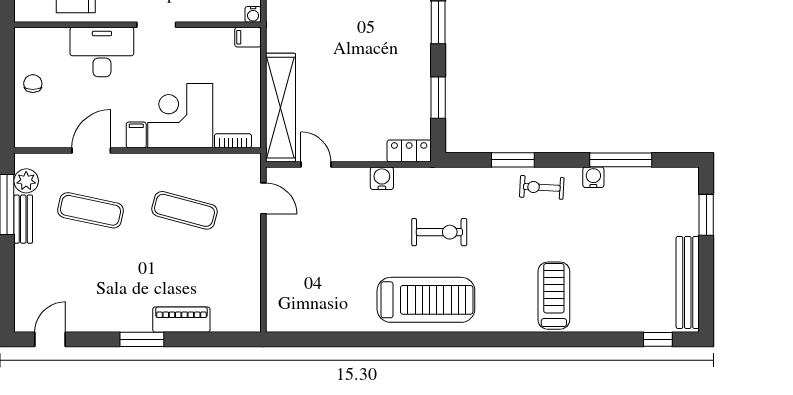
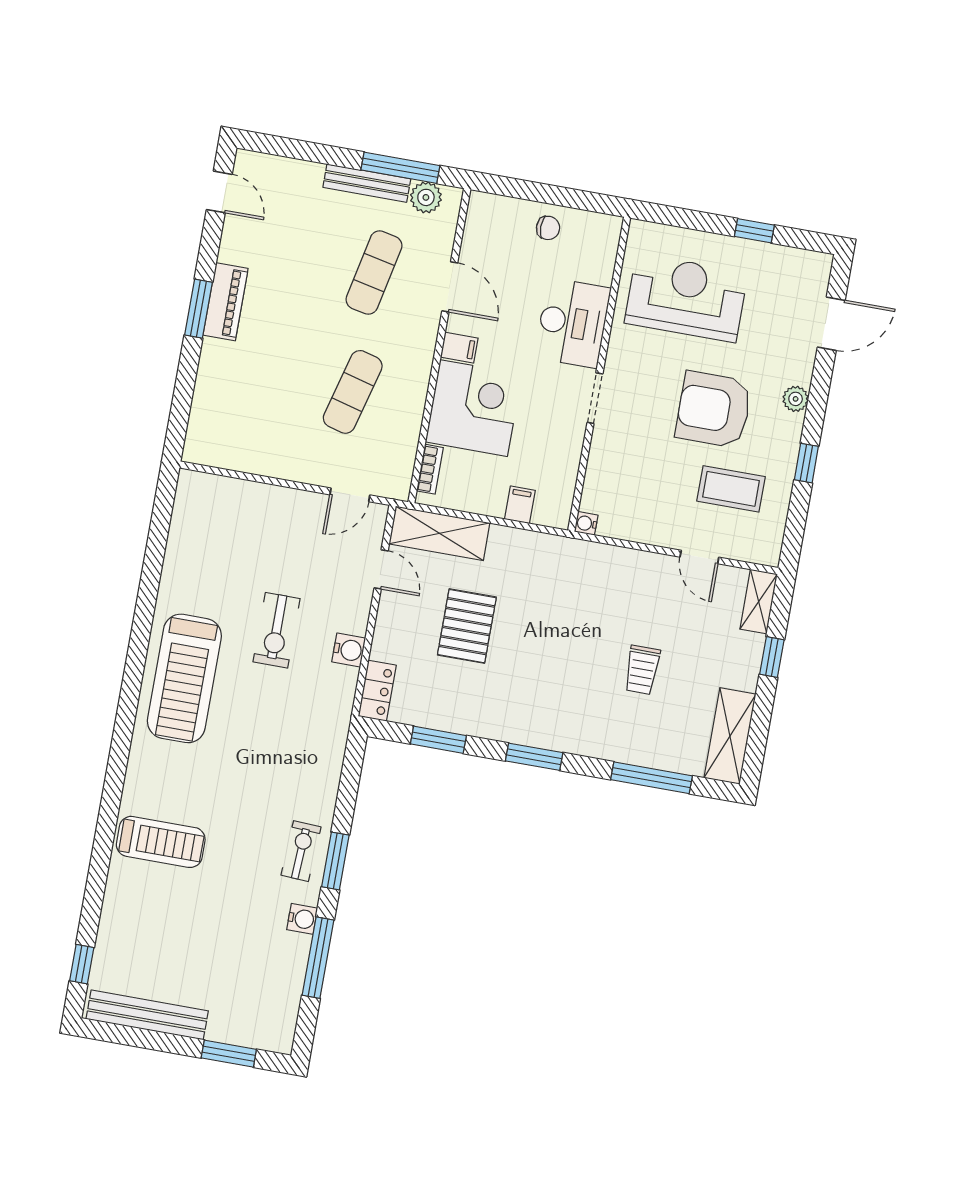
filing cabinet: (248, 37) -> (520, 505), moved
pallet: (348, 91) -> (467, 626), added
shelving: (281, 108) -> (439, 533), width x0.68
window: (513, 160) -> (335, 861), moved
door: (316, 165) -> (381, 569), hinge flipped
bench: (23, 219) -> (367, 183), width x1.36
exercise bike: (439, 232) -> (277, 630), moved
piano: (181, 320) -> (226, 302), moved

